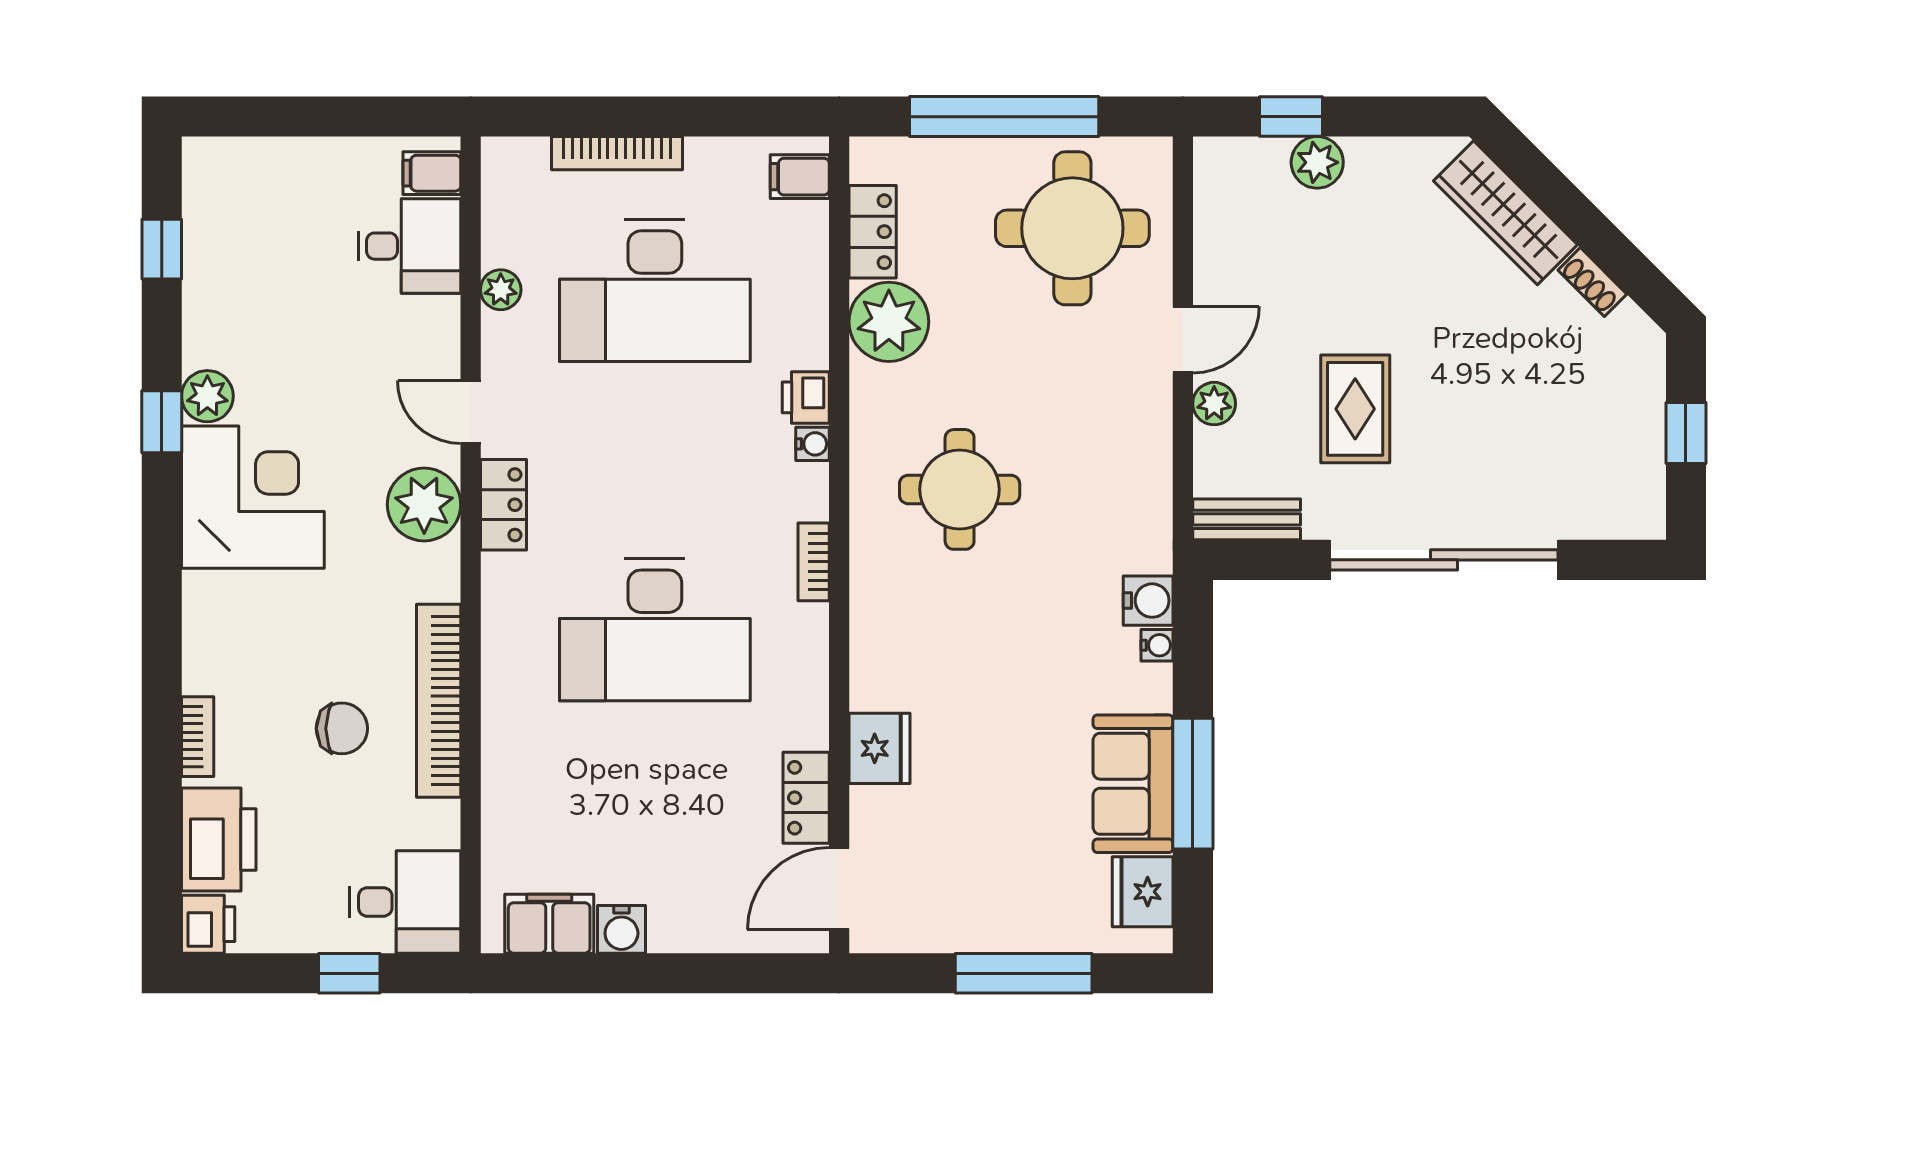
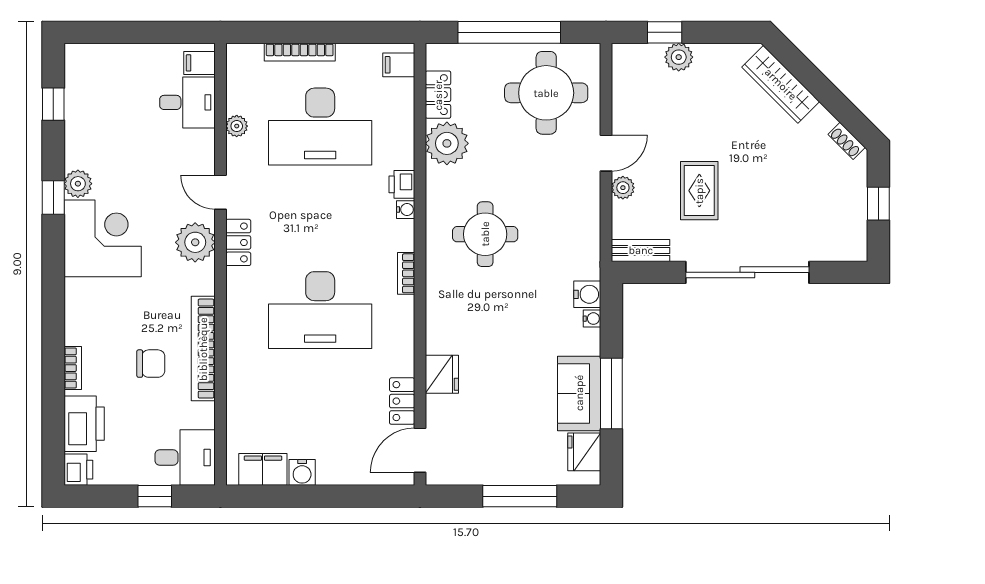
shoe rack: (1592, 282) -> (847, 141), moved

